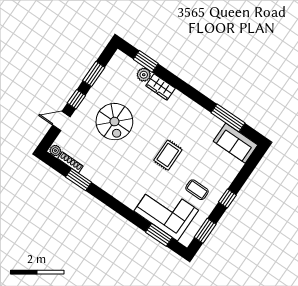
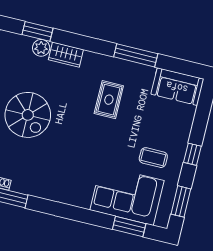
window: (228, 118) -> (136, 55), moved
rug: (168, 155) -> (109, 100), moved

